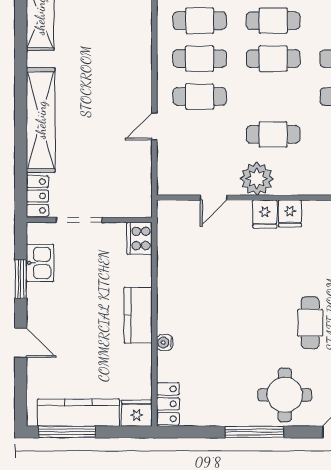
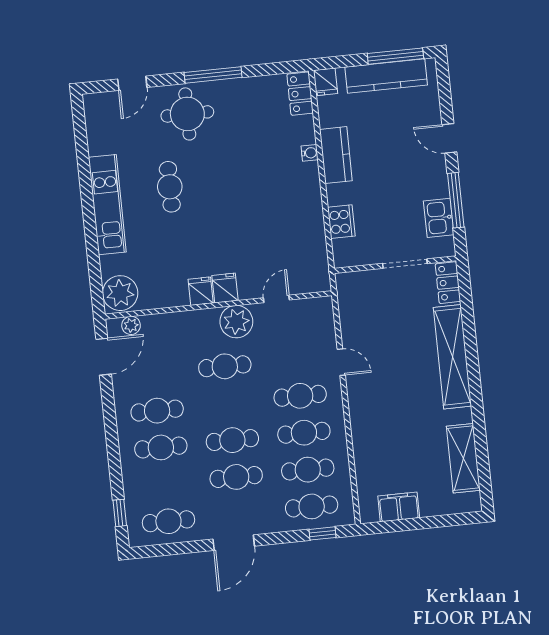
door: (154, 126) -> (341, 362), hinge flipped
cooker: (140, 238) -> (341, 222), moved
window: (21, 279) -> (456, 200), width x1.44
kitchen counter: (138, 315) -> (336, 155), moved
fridge: (137, 413) -> (325, 82), width x0.72

